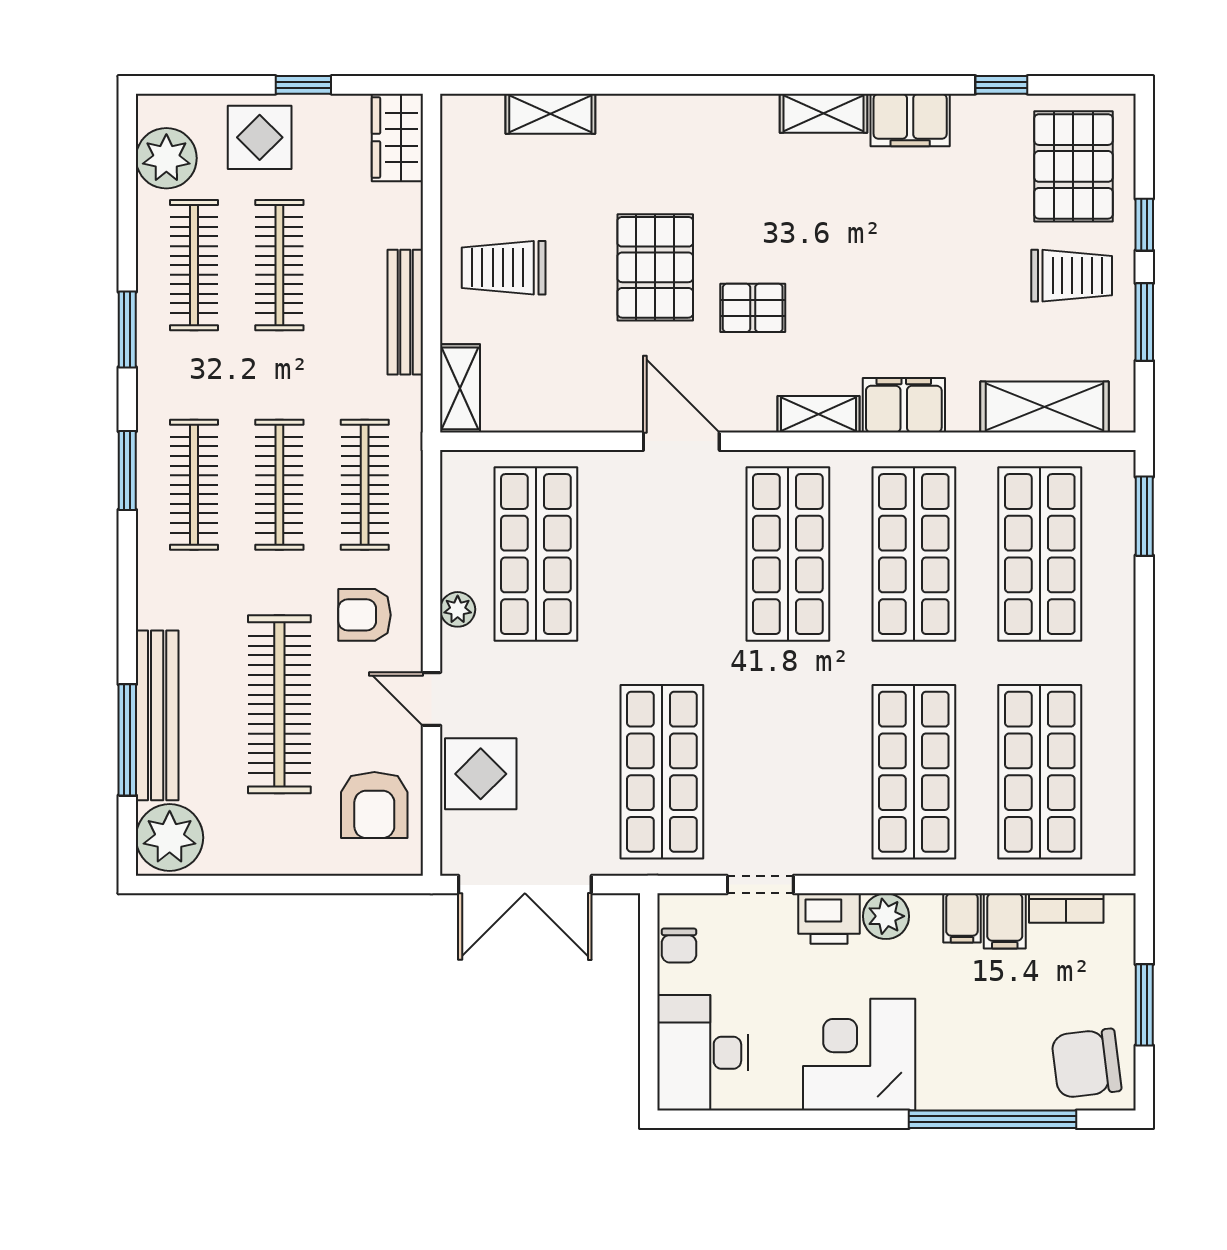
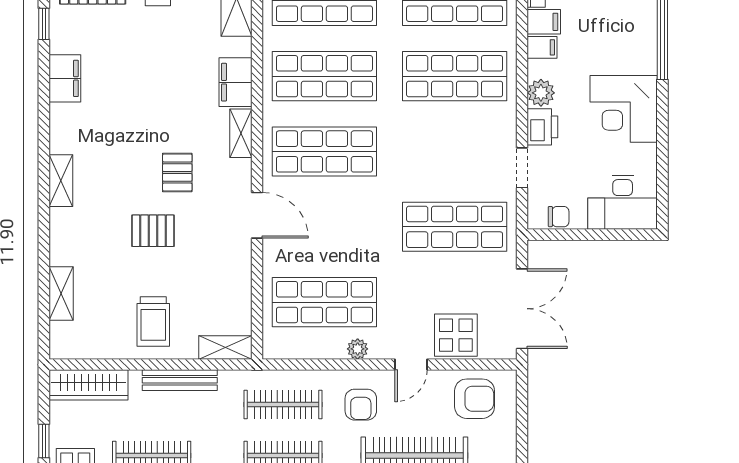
shelving: (823, 113) -> (61, 181), moved
wardrobe: (397, 137) -> (88, 385), width x1.50
pallet: (655, 267) -> (153, 231), width x0.67, depth x0.71
door: (681, 441) -> (257, 215), swing flipped

